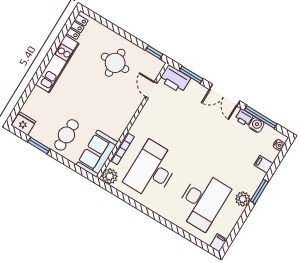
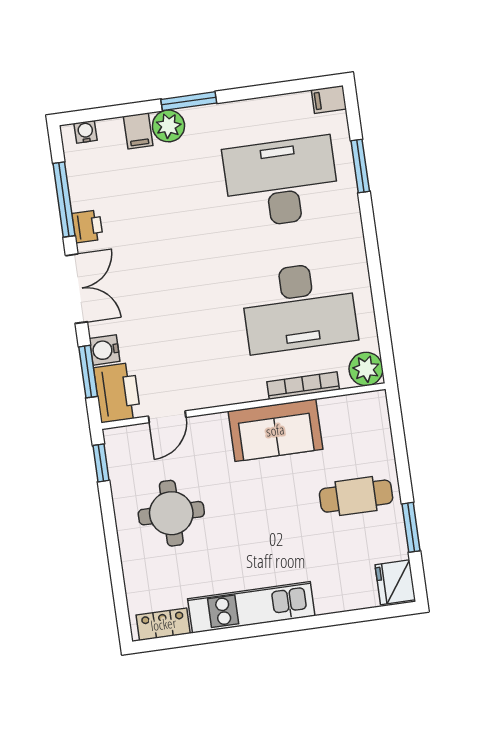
water cooler: (256, 125) -> (105, 350), moved
sofa: (97, 154) -> (275, 430), moved
plant: (243, 199) -> (168, 126), moved
window: (185, 234) -> (360, 166), added

